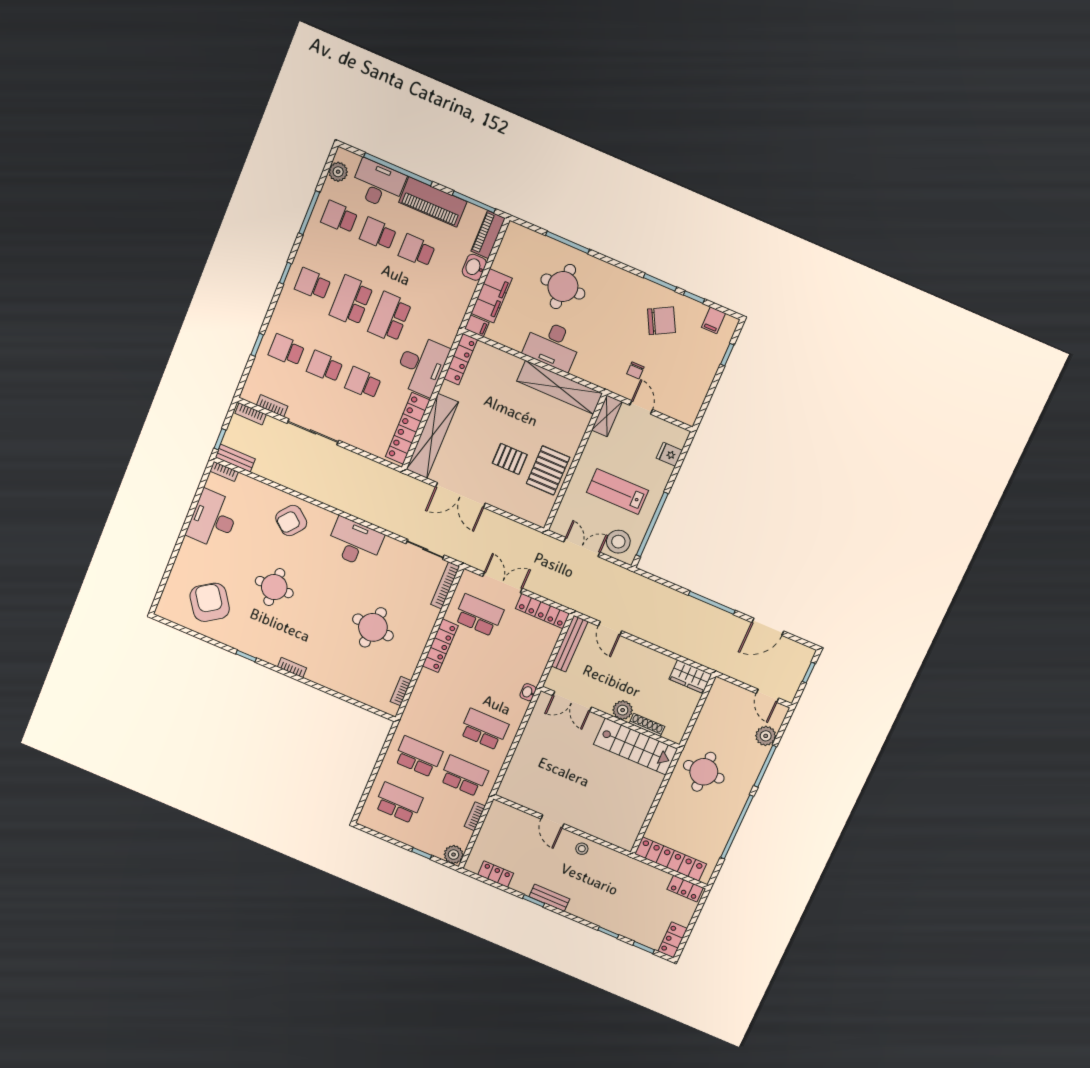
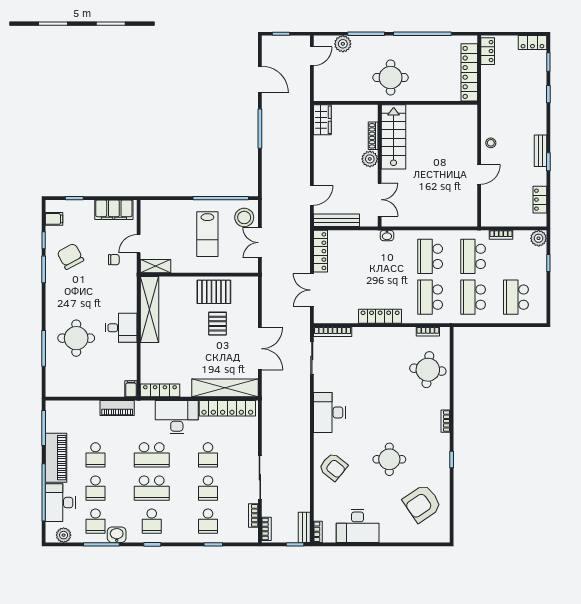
piano: (488, 235) -> (117, 408), moved
washbasin: (474, 267) -> (117, 535), moved, turned 180
filing cabinet: (492, 296) -> (114, 210), moved, turned 180
desk: (552, 345) -> (121, 328), width x0.73
fridge: (669, 454) -> (164, 208), removed
school desk: (479, 615) -> (430, 297), moved
round table: (373, 627) -> (428, 370), moved

